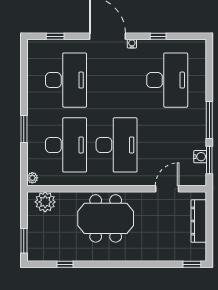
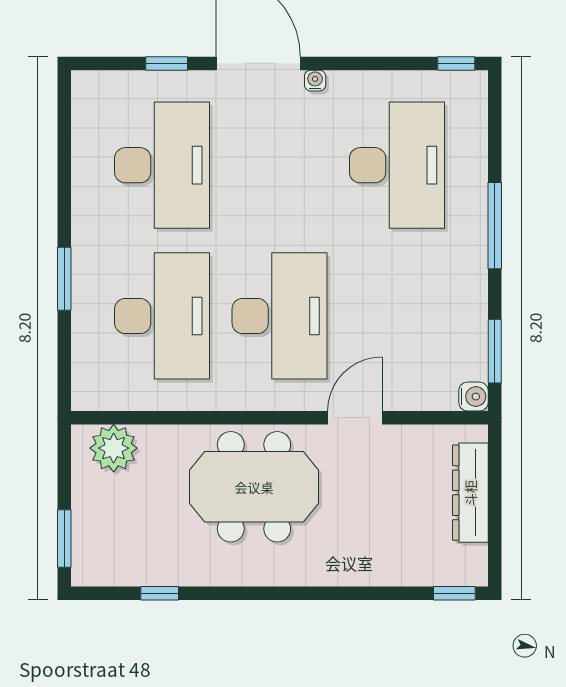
window: (55, 36) -> (167, 63), moved
window: (158, 36) -> (456, 63), moved
window: (209, 120) -> (495, 226), moved
water cooler: (200, 157) -> (473, 397), moved
plant: (32, 178) -> (84, 392), removed
door: (167, 189) -> (355, 418), moved

